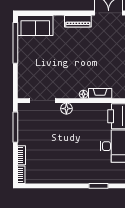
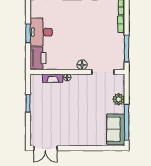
piano: (78, 21) -> (72, 141), removed
sofa: (35, 25) -> (116, 129), moved, turned -90
plant: (24, 69) -> (119, 99), added

